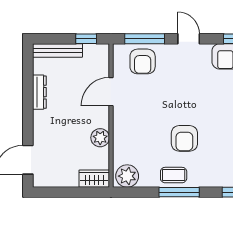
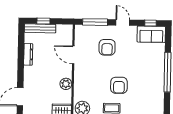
window: (86, 39) -> (43, 21), moved
armchair: (143, 61) -> (107, 47), moved
door: (111, 92) -> (73, 55), hinge flipped

